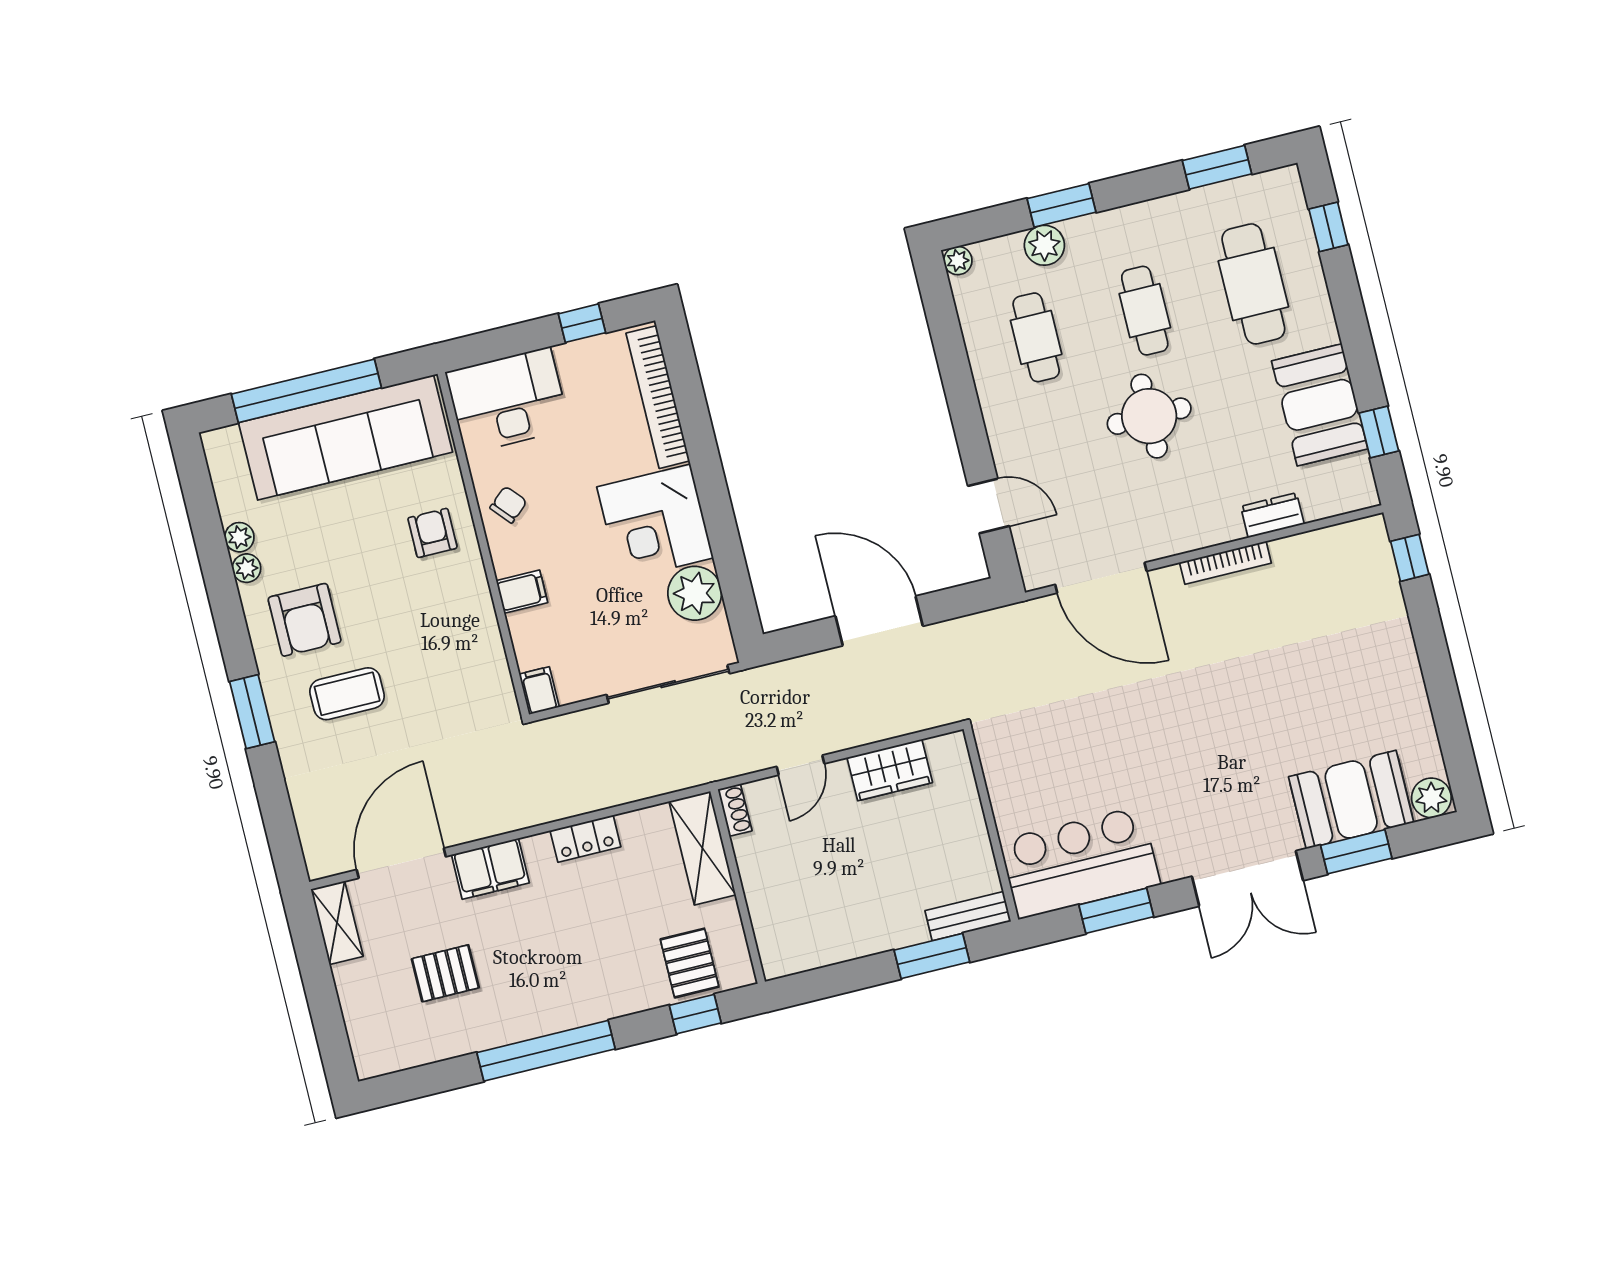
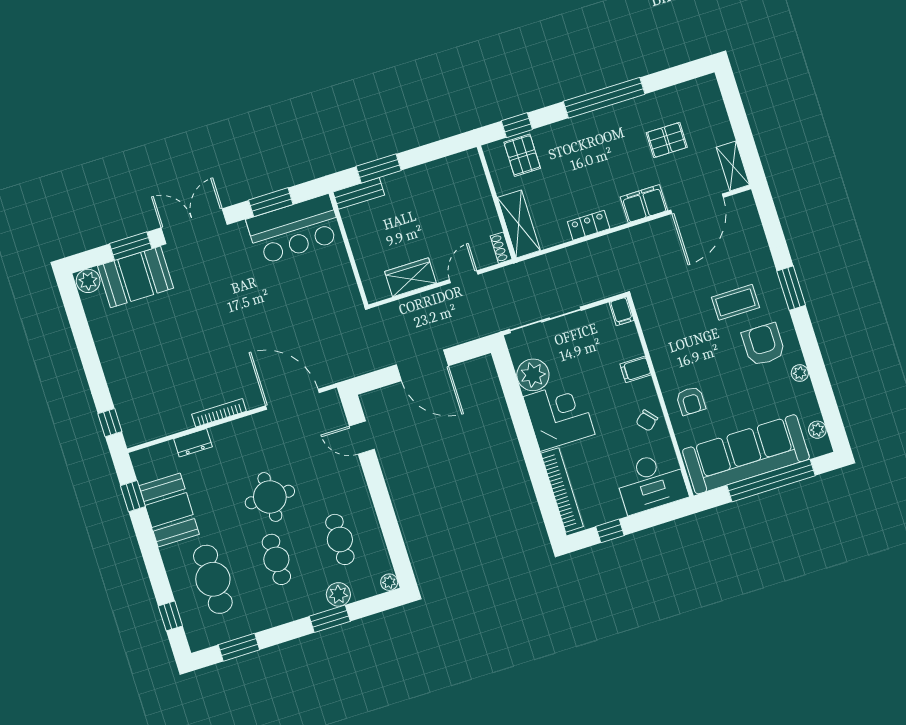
plant: (239, 537) -> (817, 430), moved

